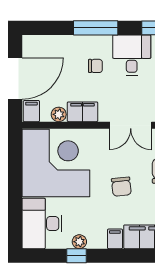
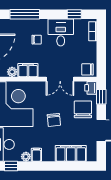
window: (96, 28) -> (25, 14), moved
filing cabinet: (115, 239) -> (36, 155), moved
window: (76, 256) -> (11, 166), moved

